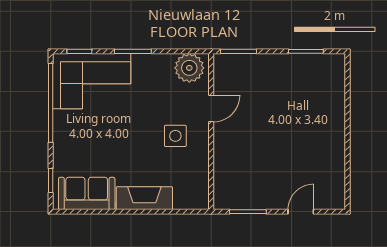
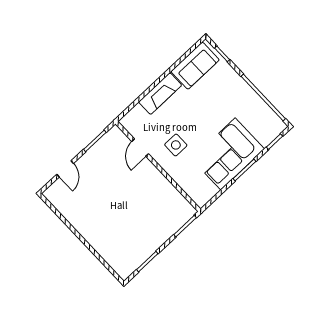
plant: (189, 68) -> (204, 191), removed
corner sofa: (92, 81) -> (228, 154), moved
door: (211, 108) -> (140, 148), moved

